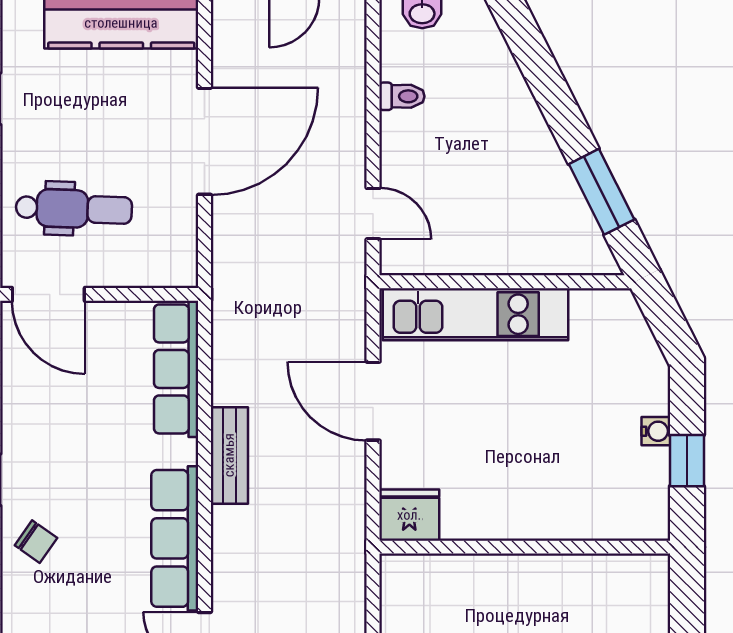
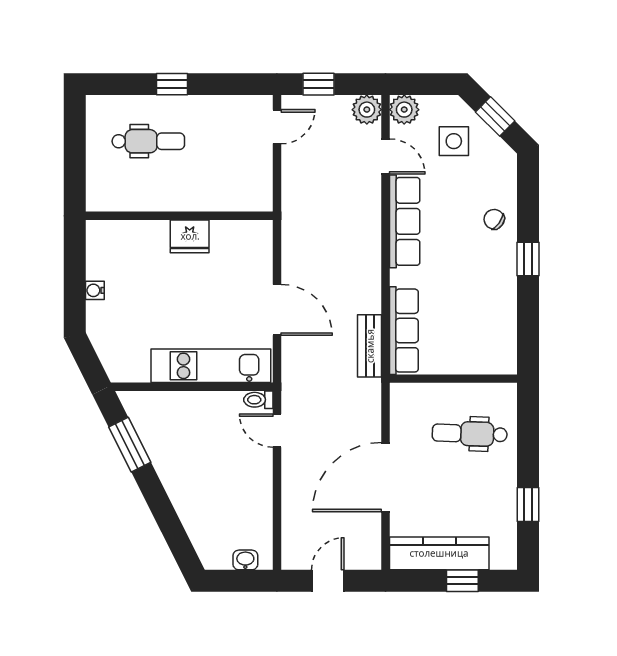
toilet: (402, 96) -> (258, 400), moved
door: (48, 294) -> (486, 379), removed
bench: (229, 455) -> (370, 346), moved
window: (687, 461) -> (75, 271), removed
fridge: (409, 515) -> (190, 236), moved

